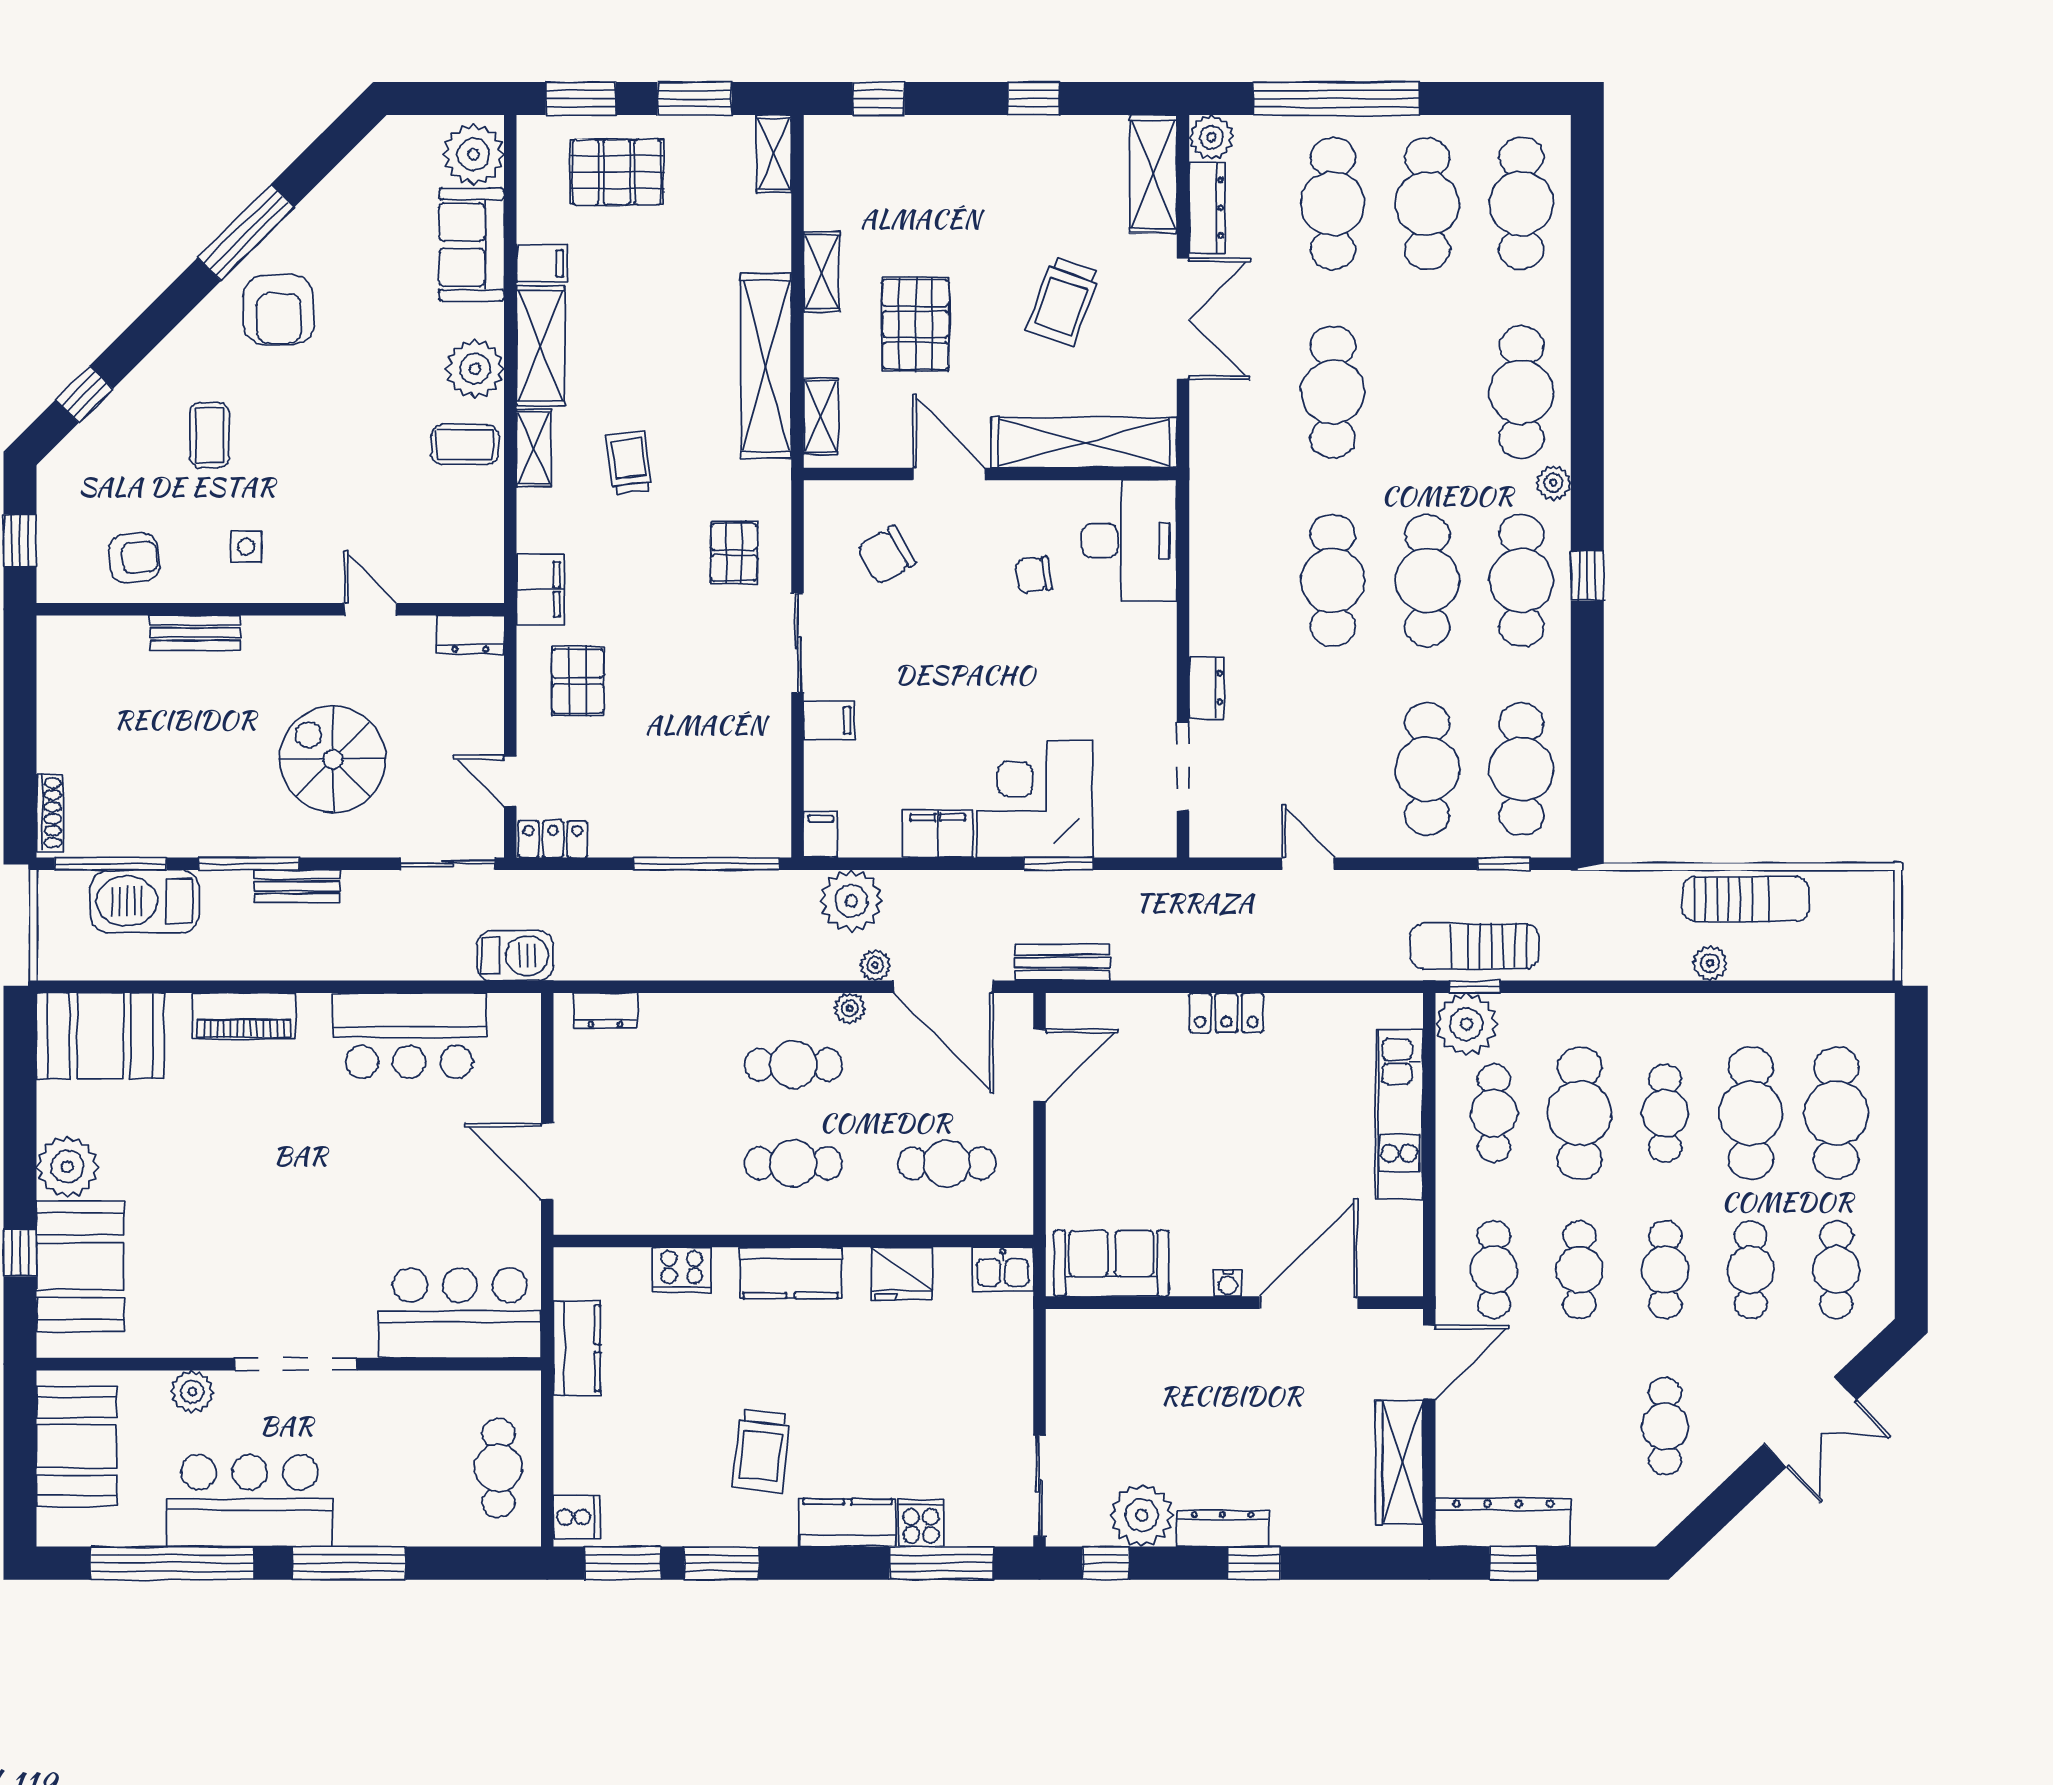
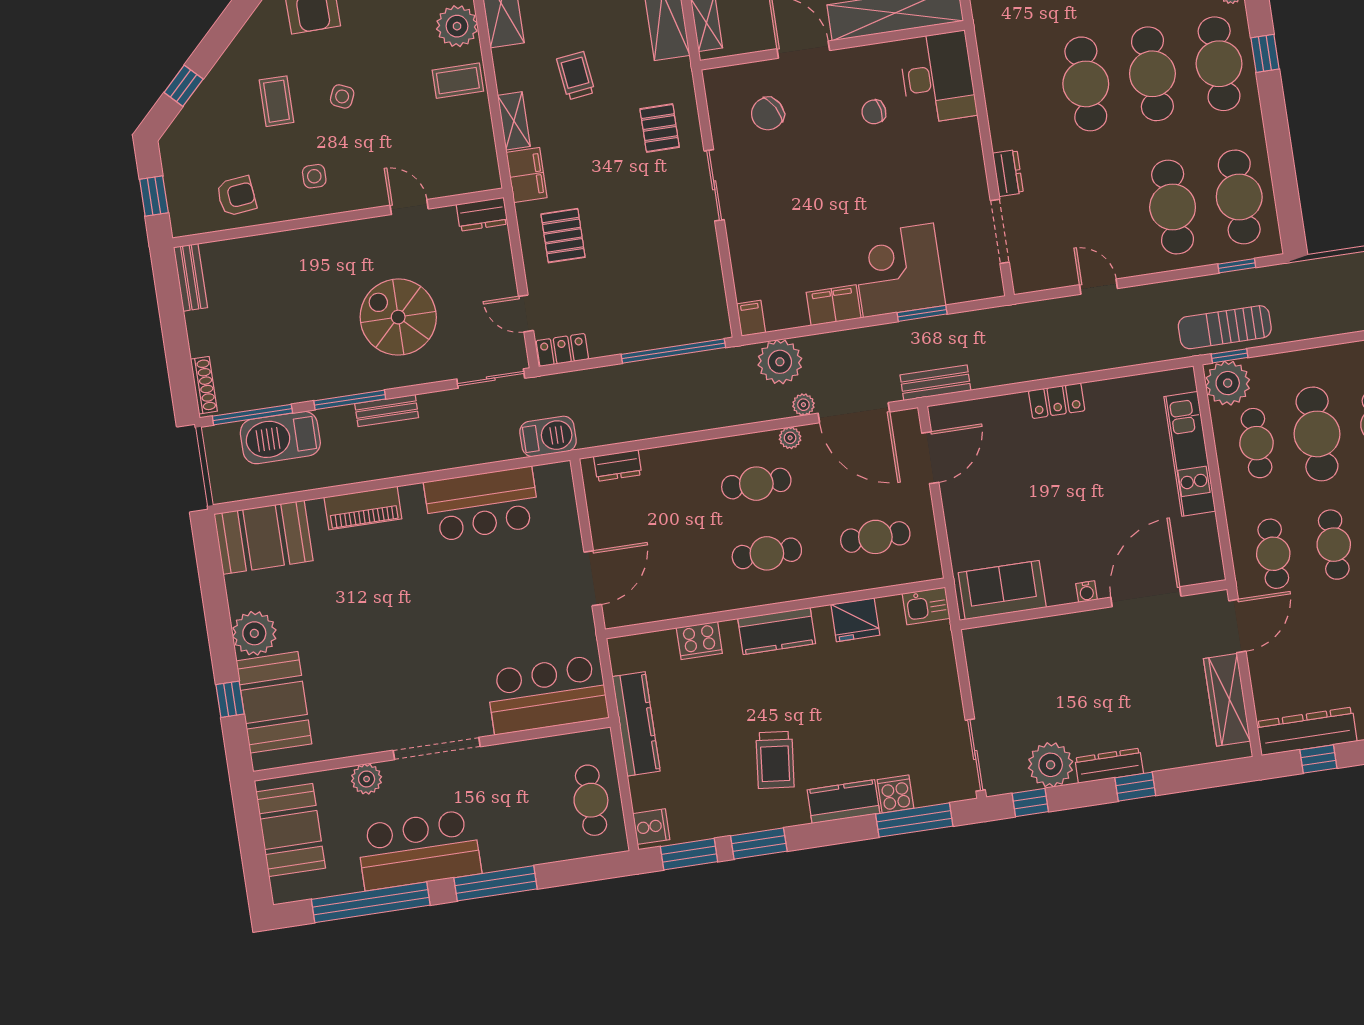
side table: (301, 442) -> (342, 96), added
shelving: (534, 448) -> (514, 121), moved
bench: (195, 633) -> (191, 277), moved, turned 90
filing cabinet: (829, 720) -> (745, 237), removed
door: (547, 1161) -> (593, 578), swing flipped
kitchen counter: (577, 1348) -> (636, 724), width x1.50

